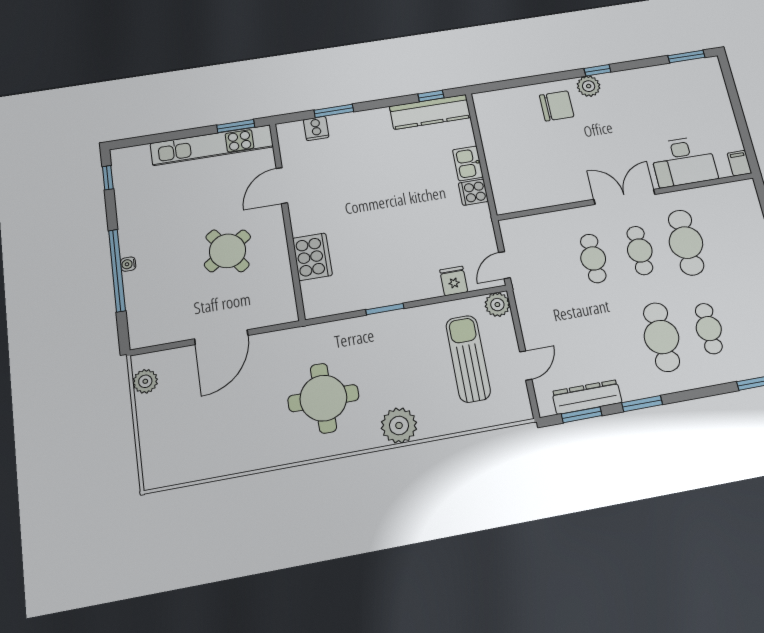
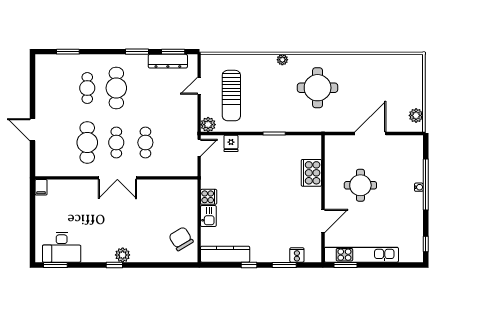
window: (431, 96) -> (249, 265), moved
chair: (557, 106) -> (181, 239), moved, turned 59
desk: (683, 162) -> (62, 247), moved, turned 180
round table: (227, 251) -> (360, 185), turned 35
plant: (399, 425) -> (282, 60), width x0.53, depth x0.53

